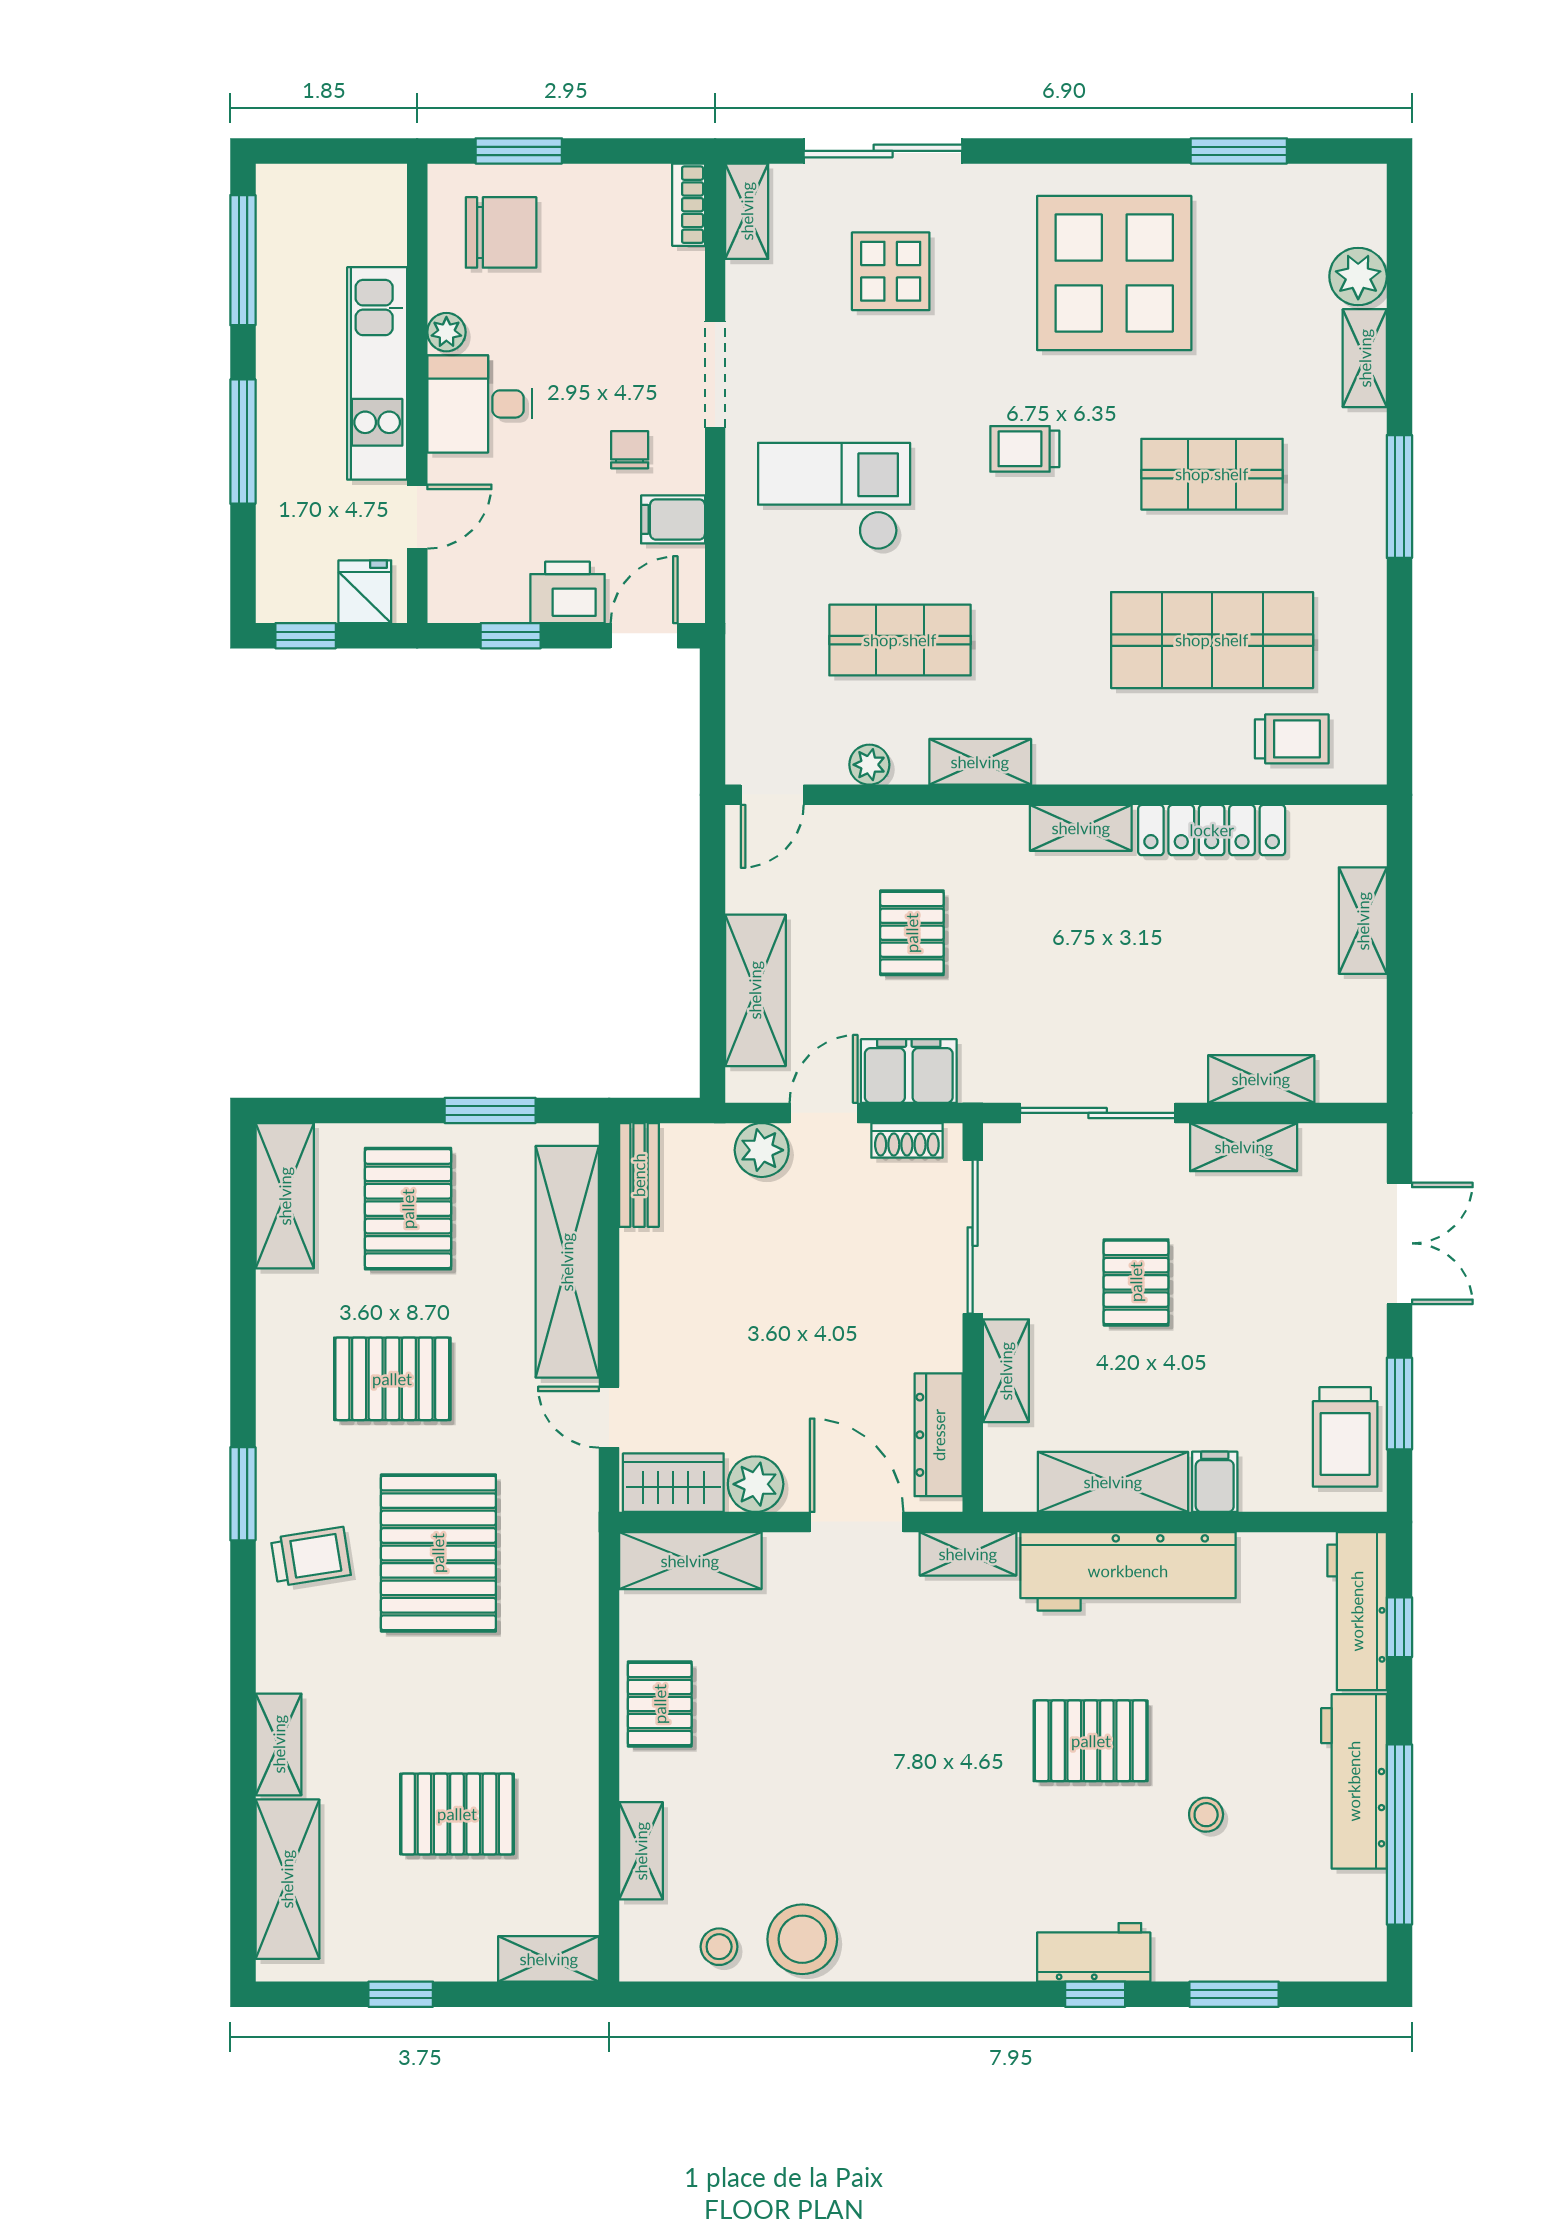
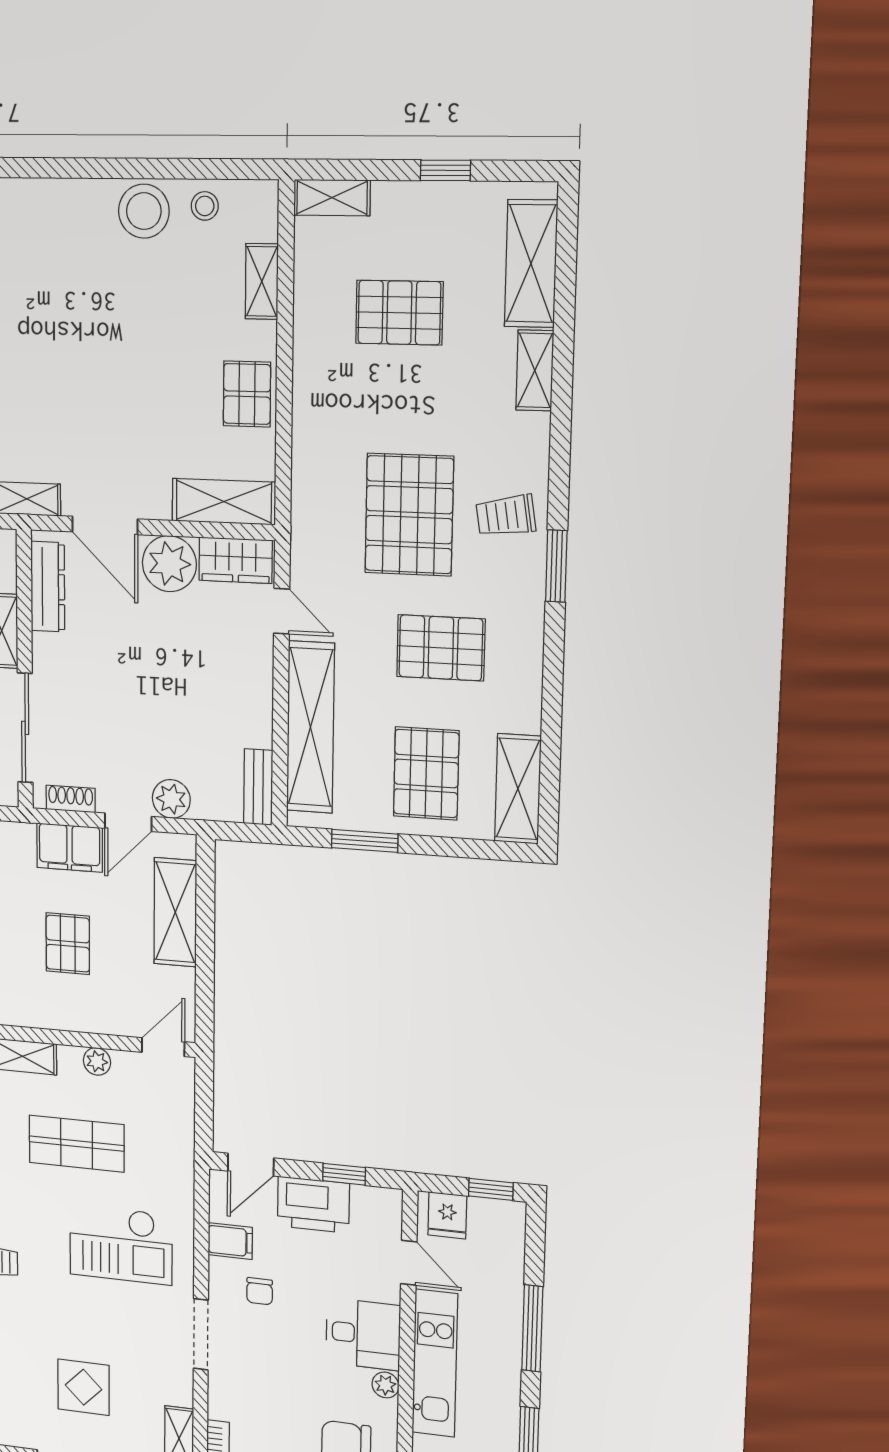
door: (417, 517) -> (409, 1263), swing flipped
printer: (567, 592) -> (313, 1205), width x1.37, depth x1.19
plant: (756, 1484) -> (169, 564), width x1.36, depth x1.36

